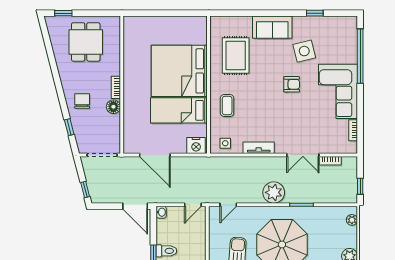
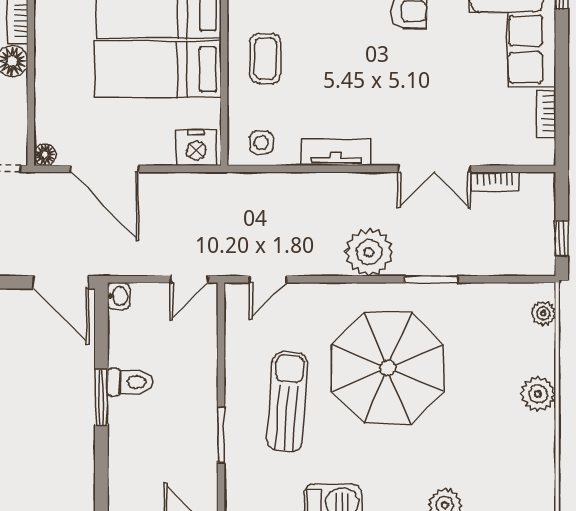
floor lamp: (128, 149) -> (45, 155), added

